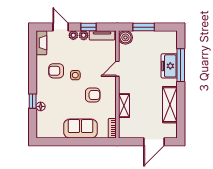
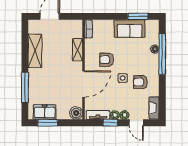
window: (144, 27) -> (48, 123), moved
freezer: (169, 66) -> (45, 112), moved, turned -90
door: (117, 69) -> (84, 84), width x1.88
armchair: (56, 71) -> (140, 82), turned 180
window: (33, 101) -> (162, 54), width x3.17
sofa: (81, 129) -> (130, 29), moved
window: (59, 142) -> (138, 16), added

